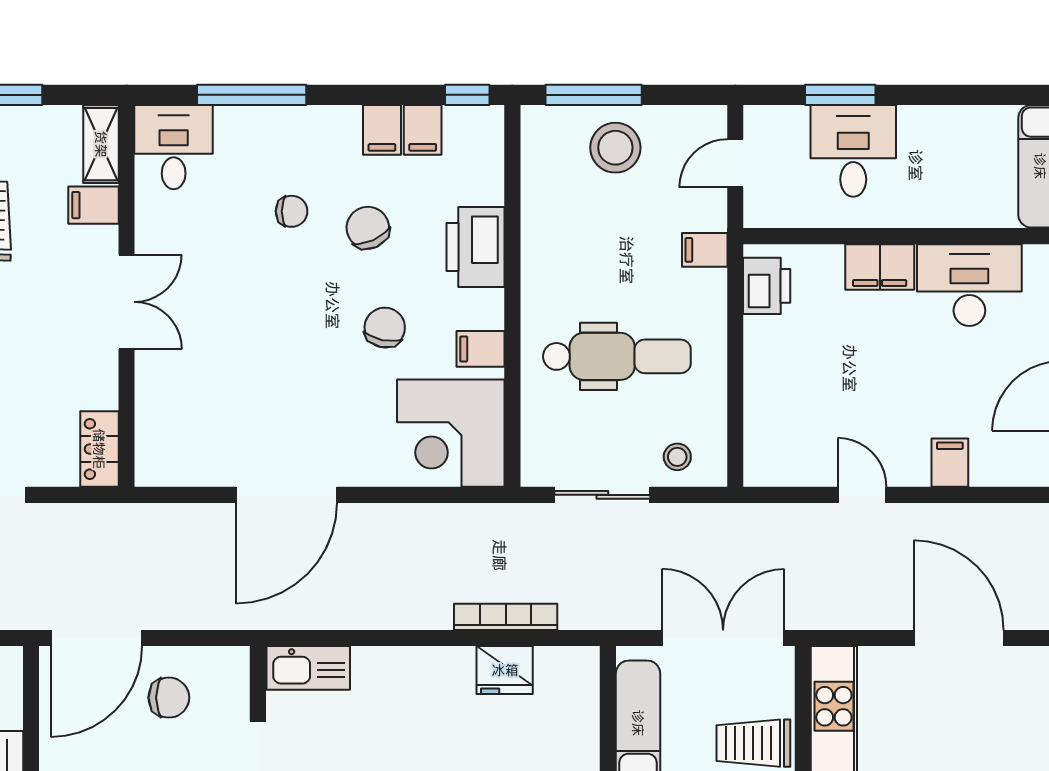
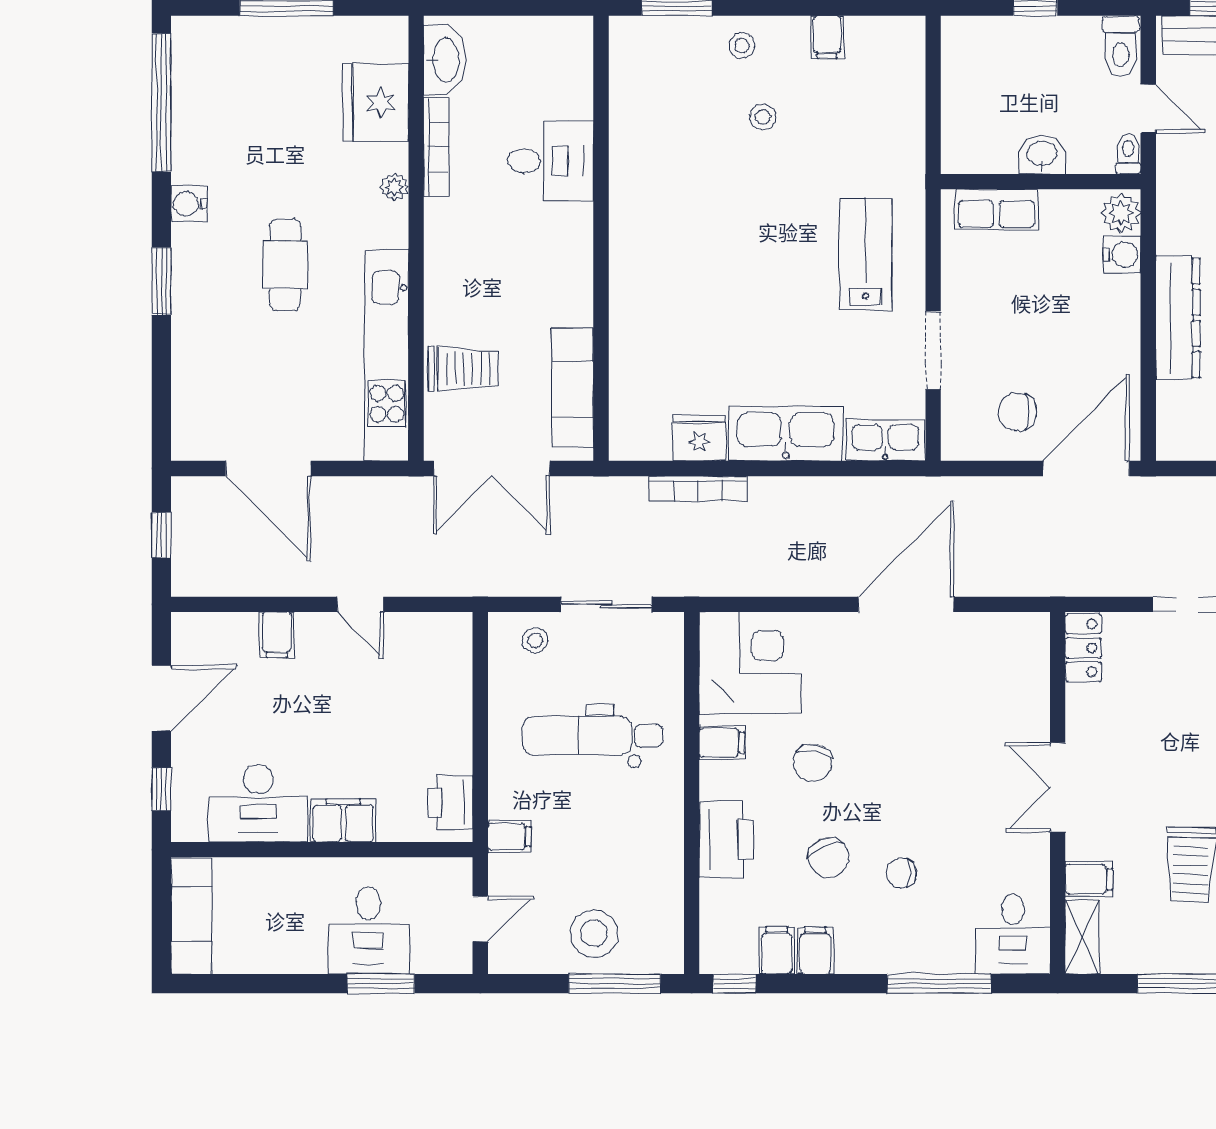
kitchen sink: (413, 675) -> (786, 434), added

